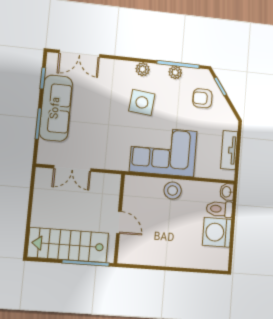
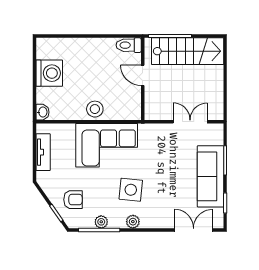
toilet: (219, 209) -> (129, 45), moved, turned 180

